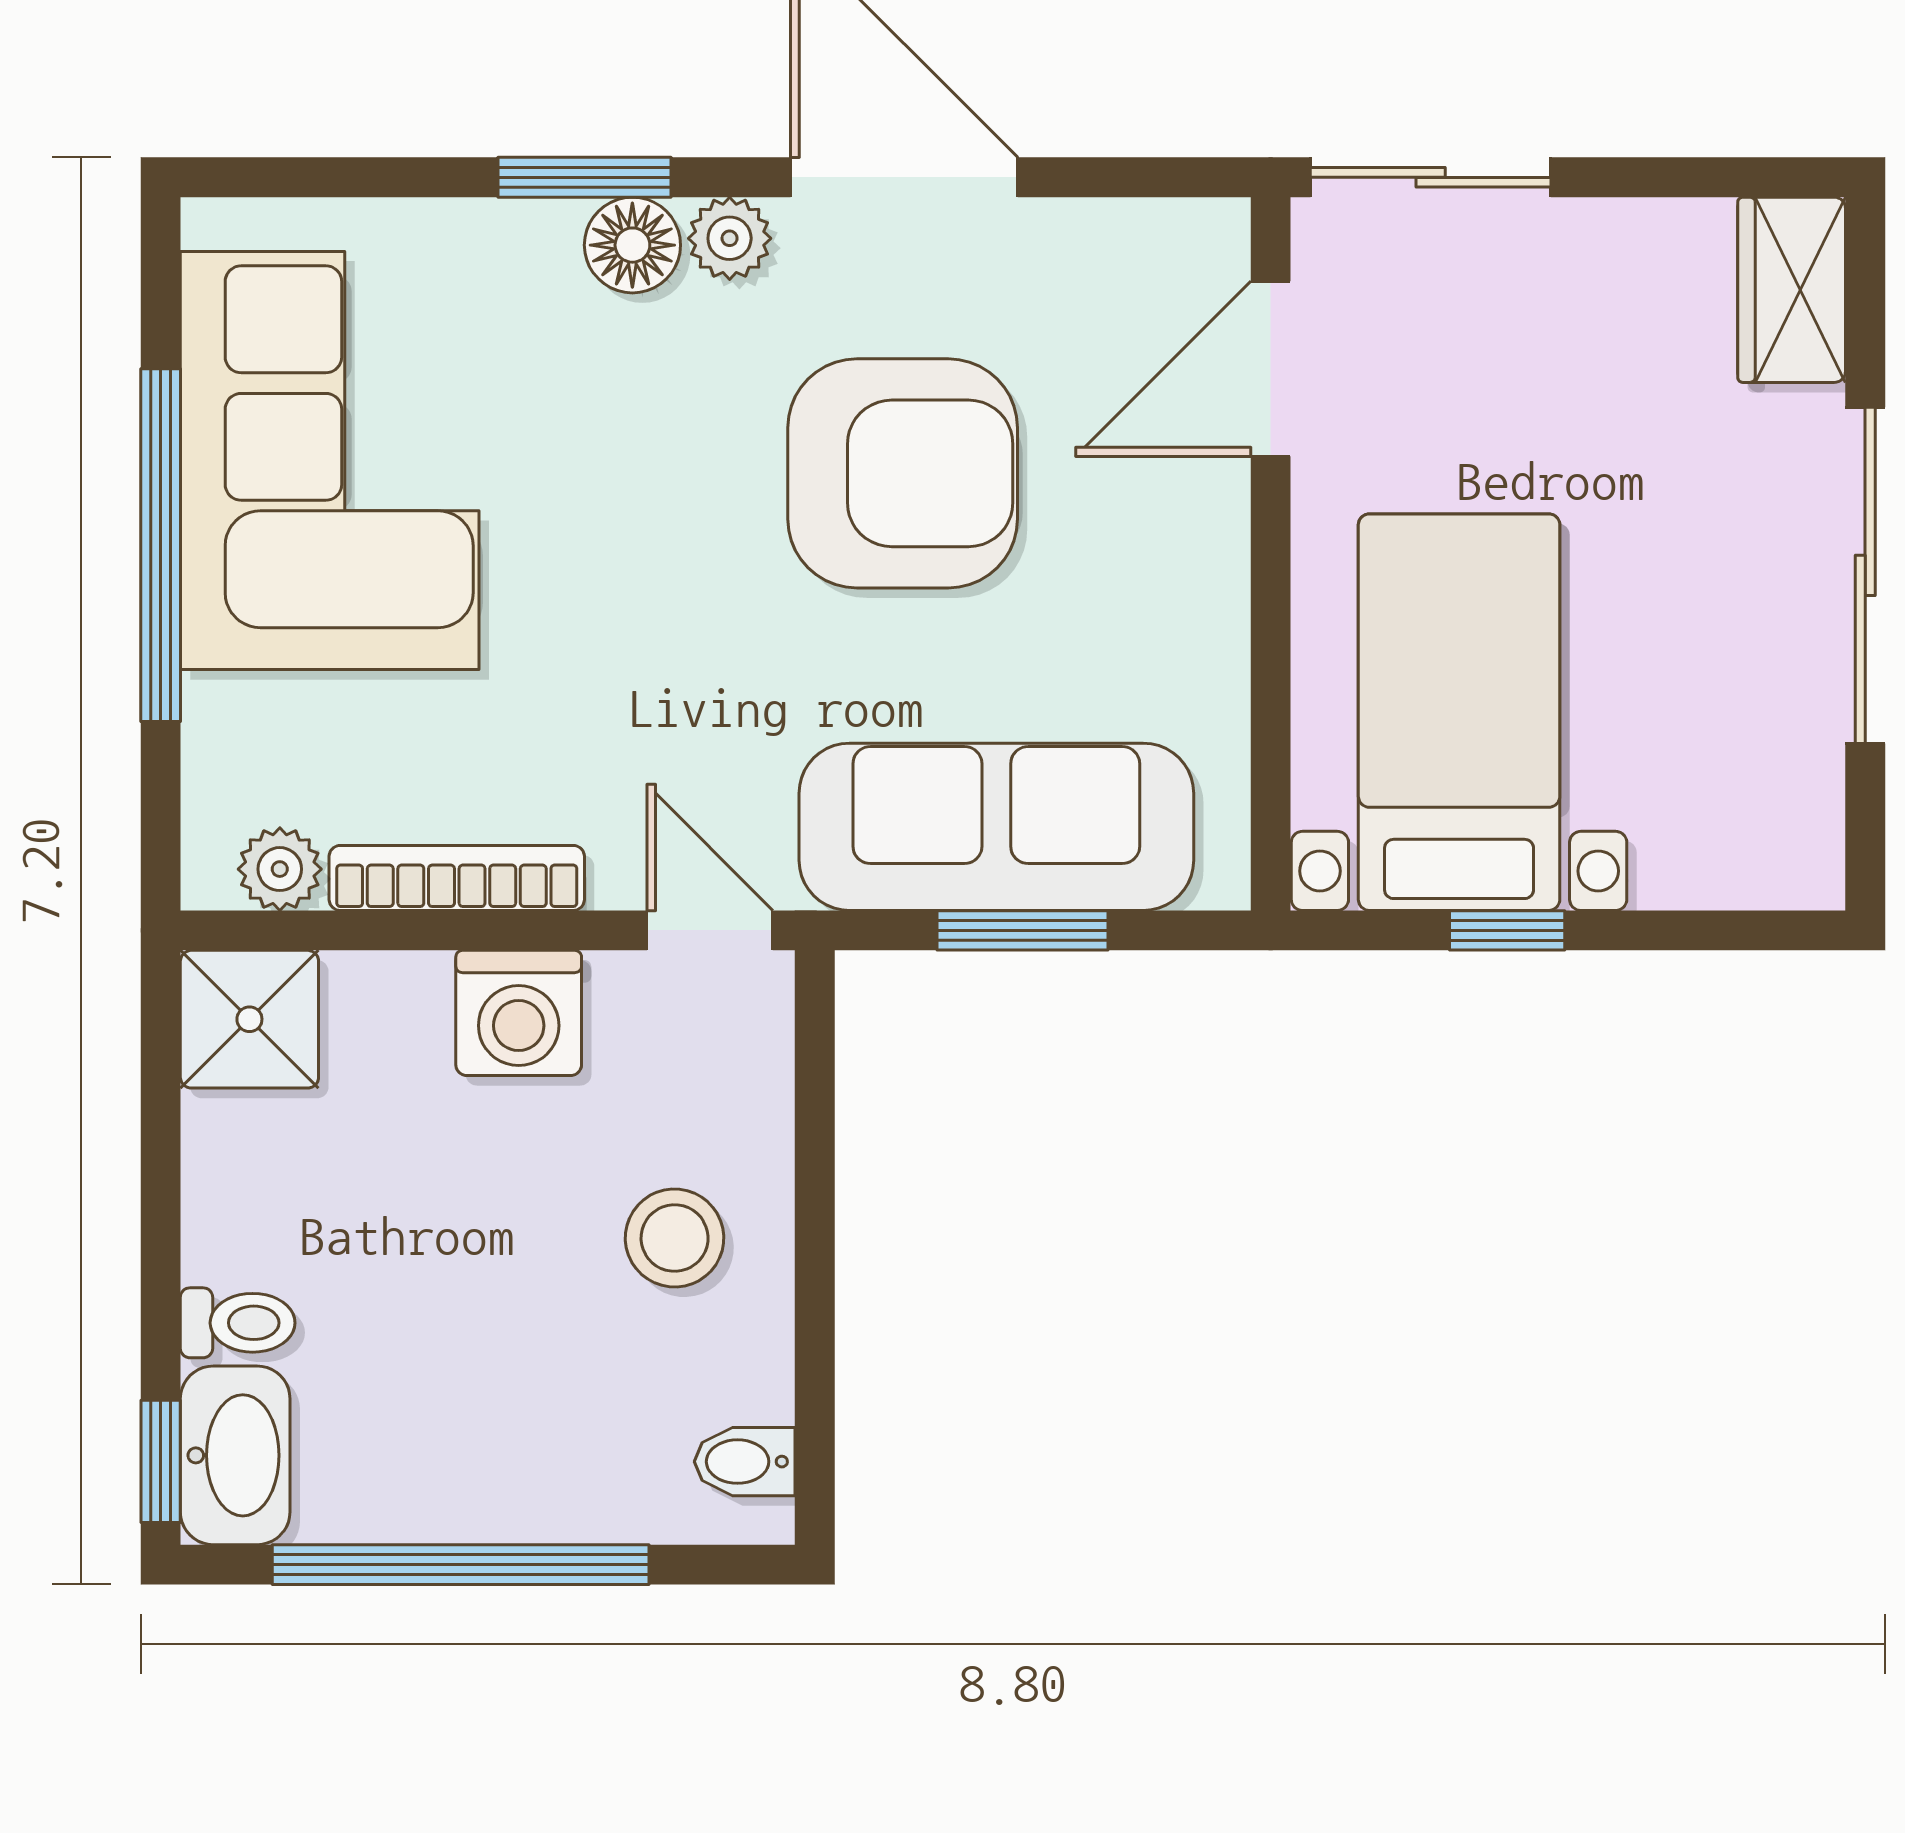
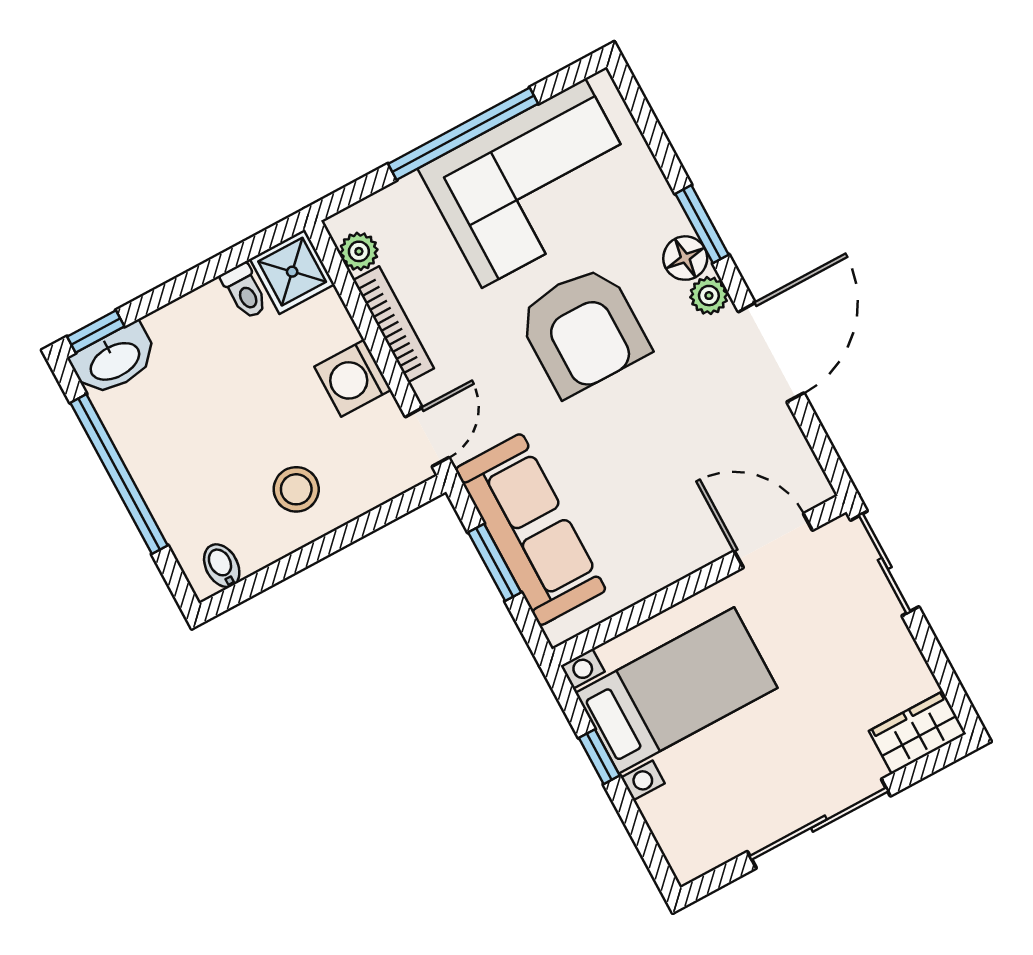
armchair: (903, 473) -> (583, 330), moved
toilet: (238, 1323) -> (245, 291), moved

